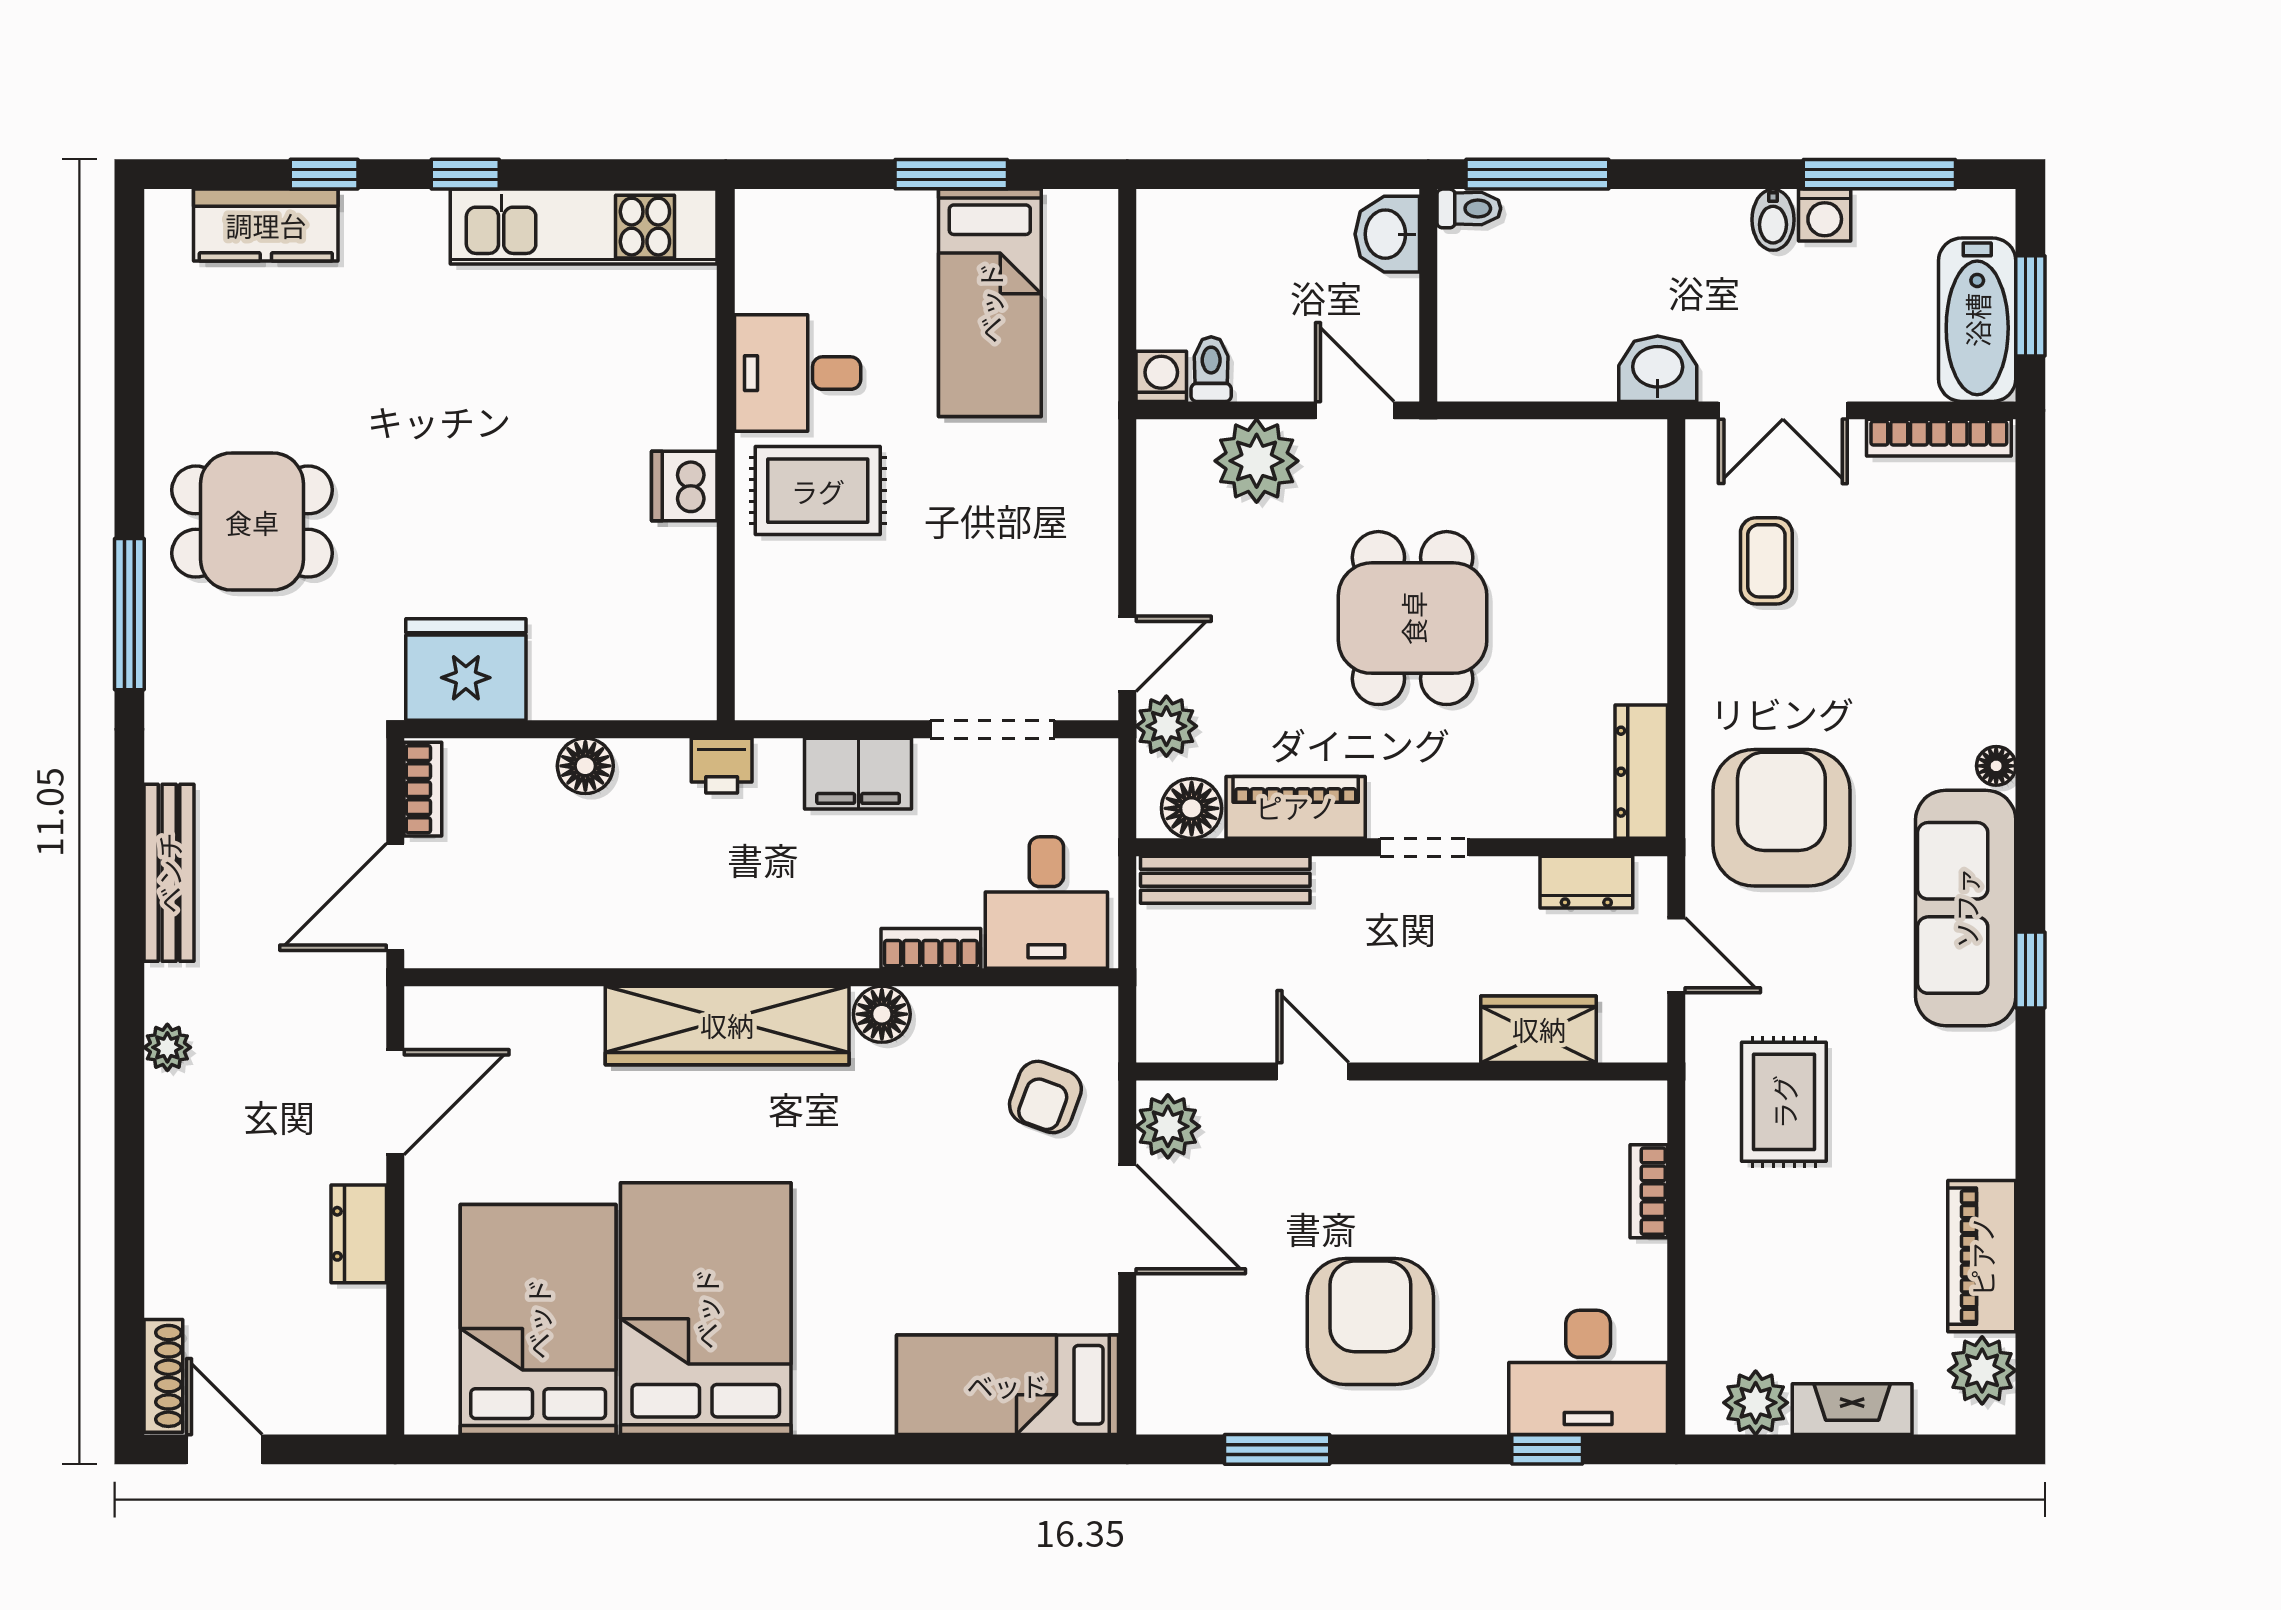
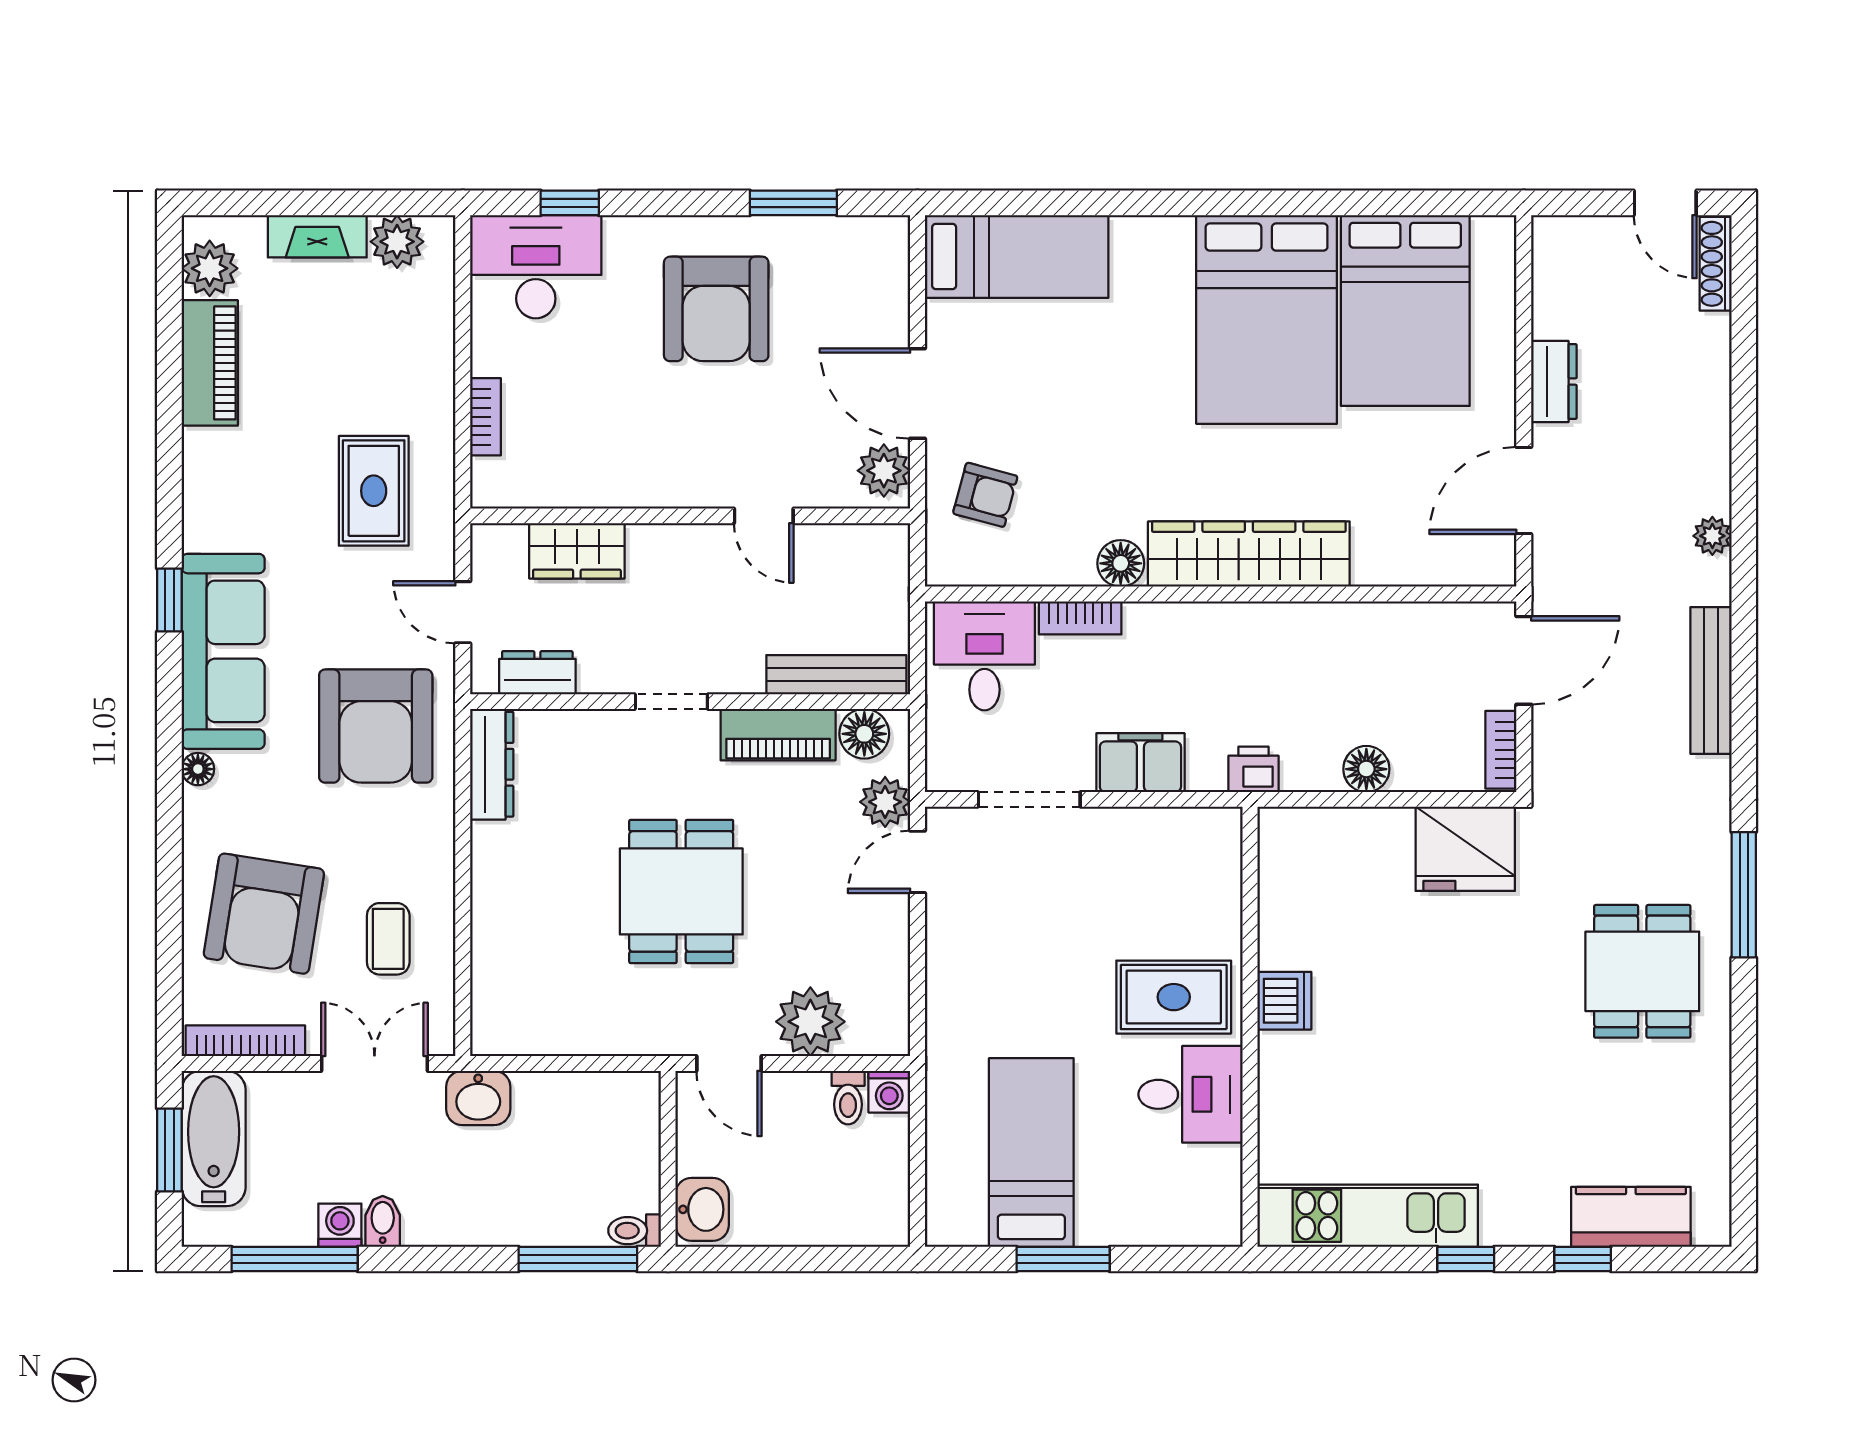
dining table: (252, 522) -> (1642, 971), turned 90
armchair: (1916, 591) -> (264, 914), added
armchair: (1045, 1097) -> (985, 495), turned 85

